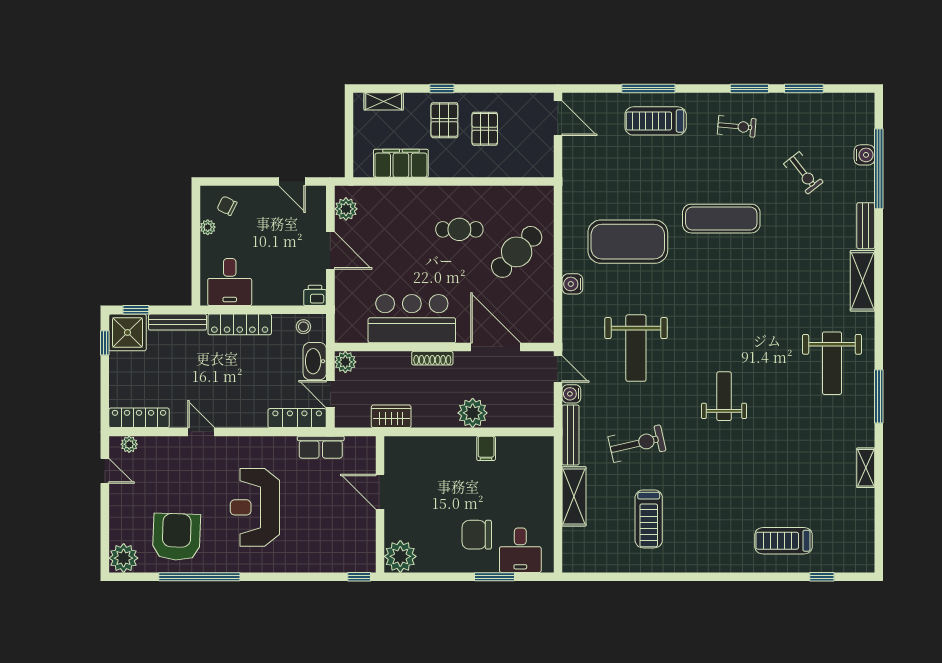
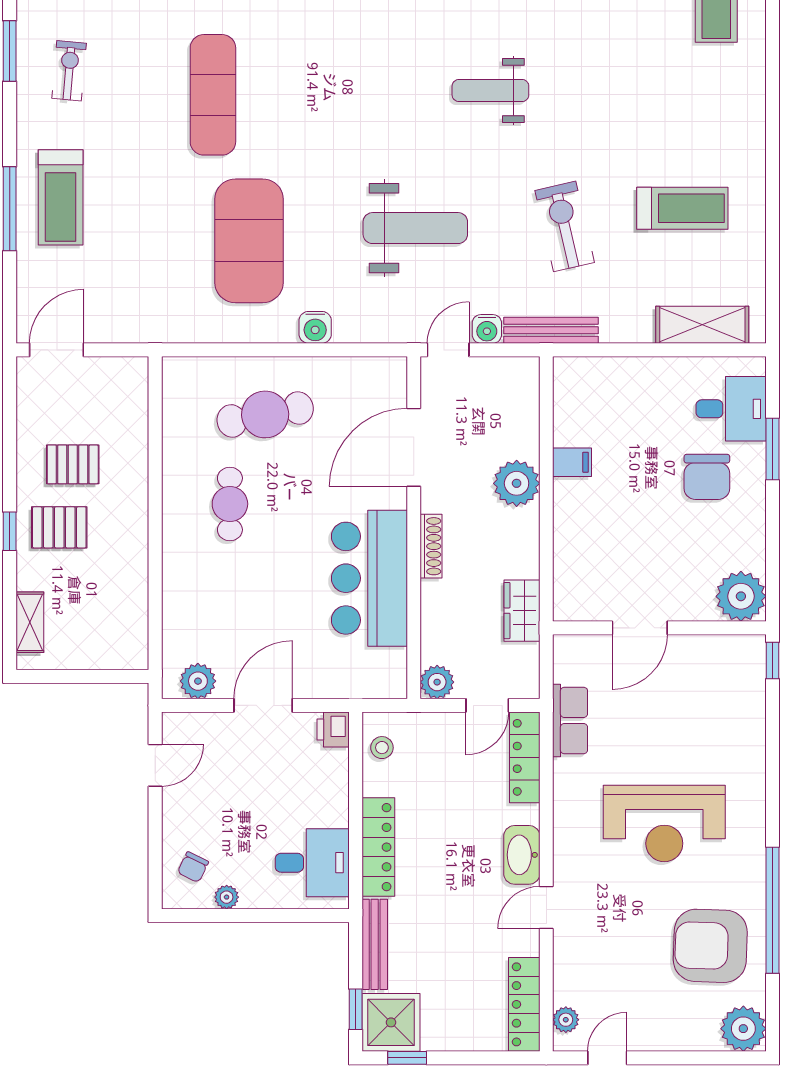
filing cabinet: (401, 163) -> (127, 595), removed
cafe table: (517, 252) -> (265, 414), turned -55
washbasin: (315, 361) -> (522, 855), moved, turned 90
shelving: (574, 496) -> (702, 325), moved

